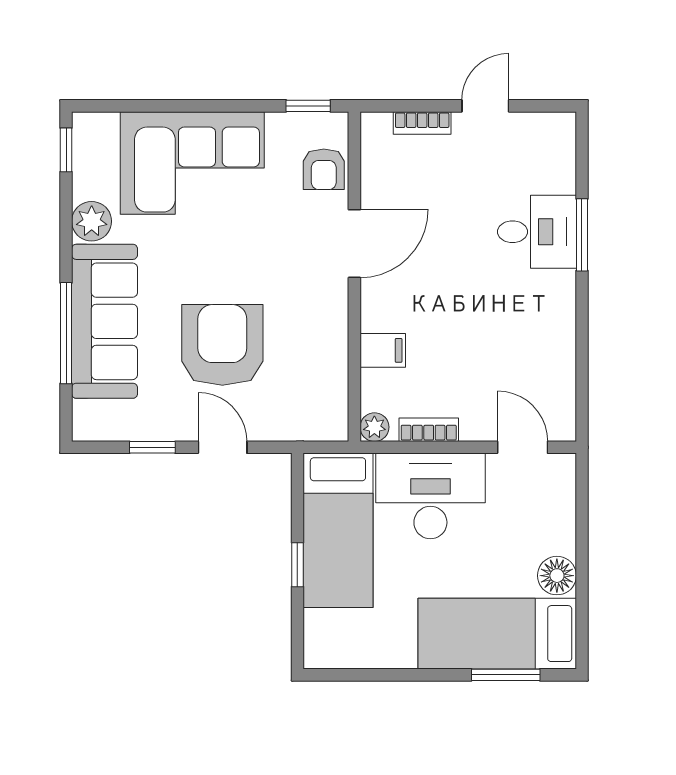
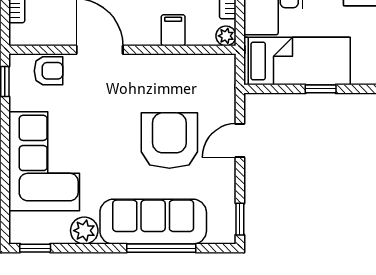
armchair: (222, 345) -> (169, 141), turned 90
window: (152, 447) -> (240, 219), moved

